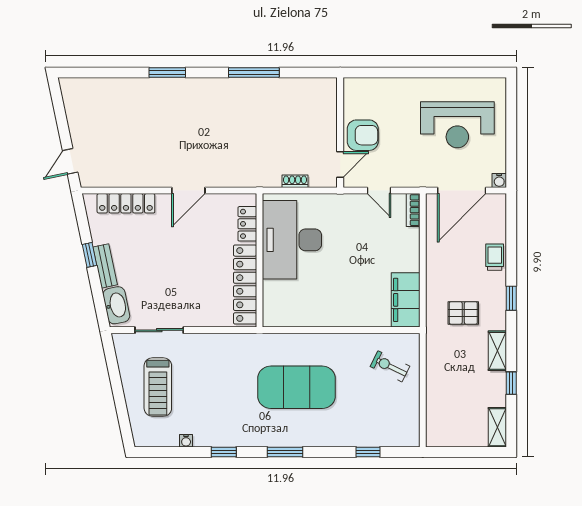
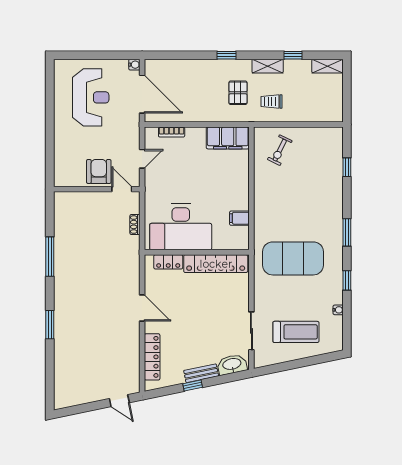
bookcase: (413, 210) -> (172, 132), moved
trolley: (495, 257) -> (271, 101), moved
filing cabinet: (303, 315) -> (239, 218), added
exercise mat: (296, 387) -> (293, 258), moved, turned 90

